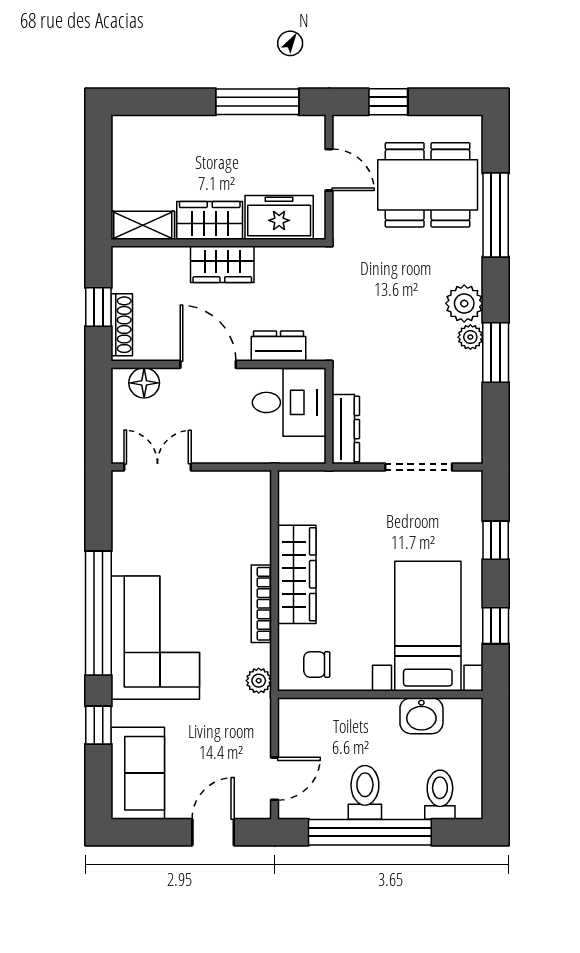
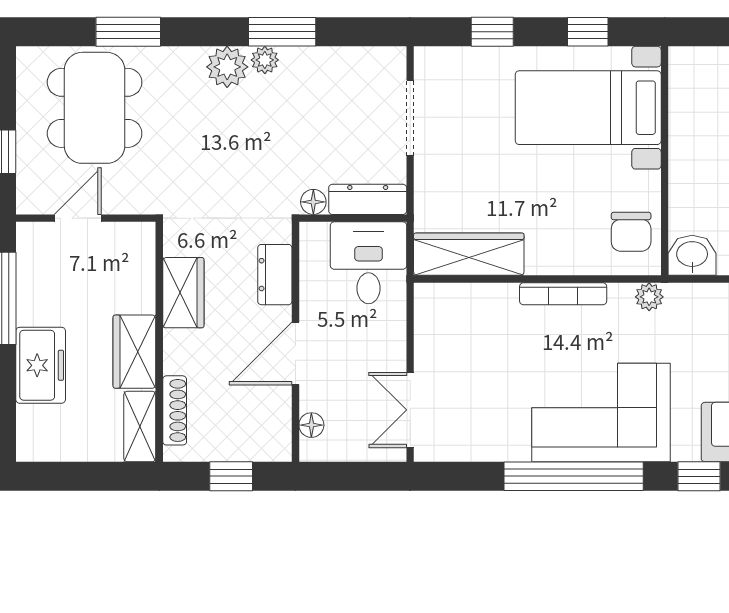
window: (496, 215) -> (128, 32), width x0.69
freezer: (279, 217) -> (41, 365), moved, turned 180
wardrobe: (222, 264) -> (183, 293), moved
shoe rack: (122, 325) -> (175, 410), moved, turned 90
floor lamp: (343, 380) -> (313, 202), added
floor lamp: (144, 383) -> (311, 425), width x0.73, depth x0.73
desk: (289, 402) -> (368, 263), moved
wardrobe: (297, 574) -> (469, 254), moved
chair: (317, 664) -> (631, 232), width x1.37, depth x1.37
washbasin: (421, 716) -> (692, 255), moved, turned -90

